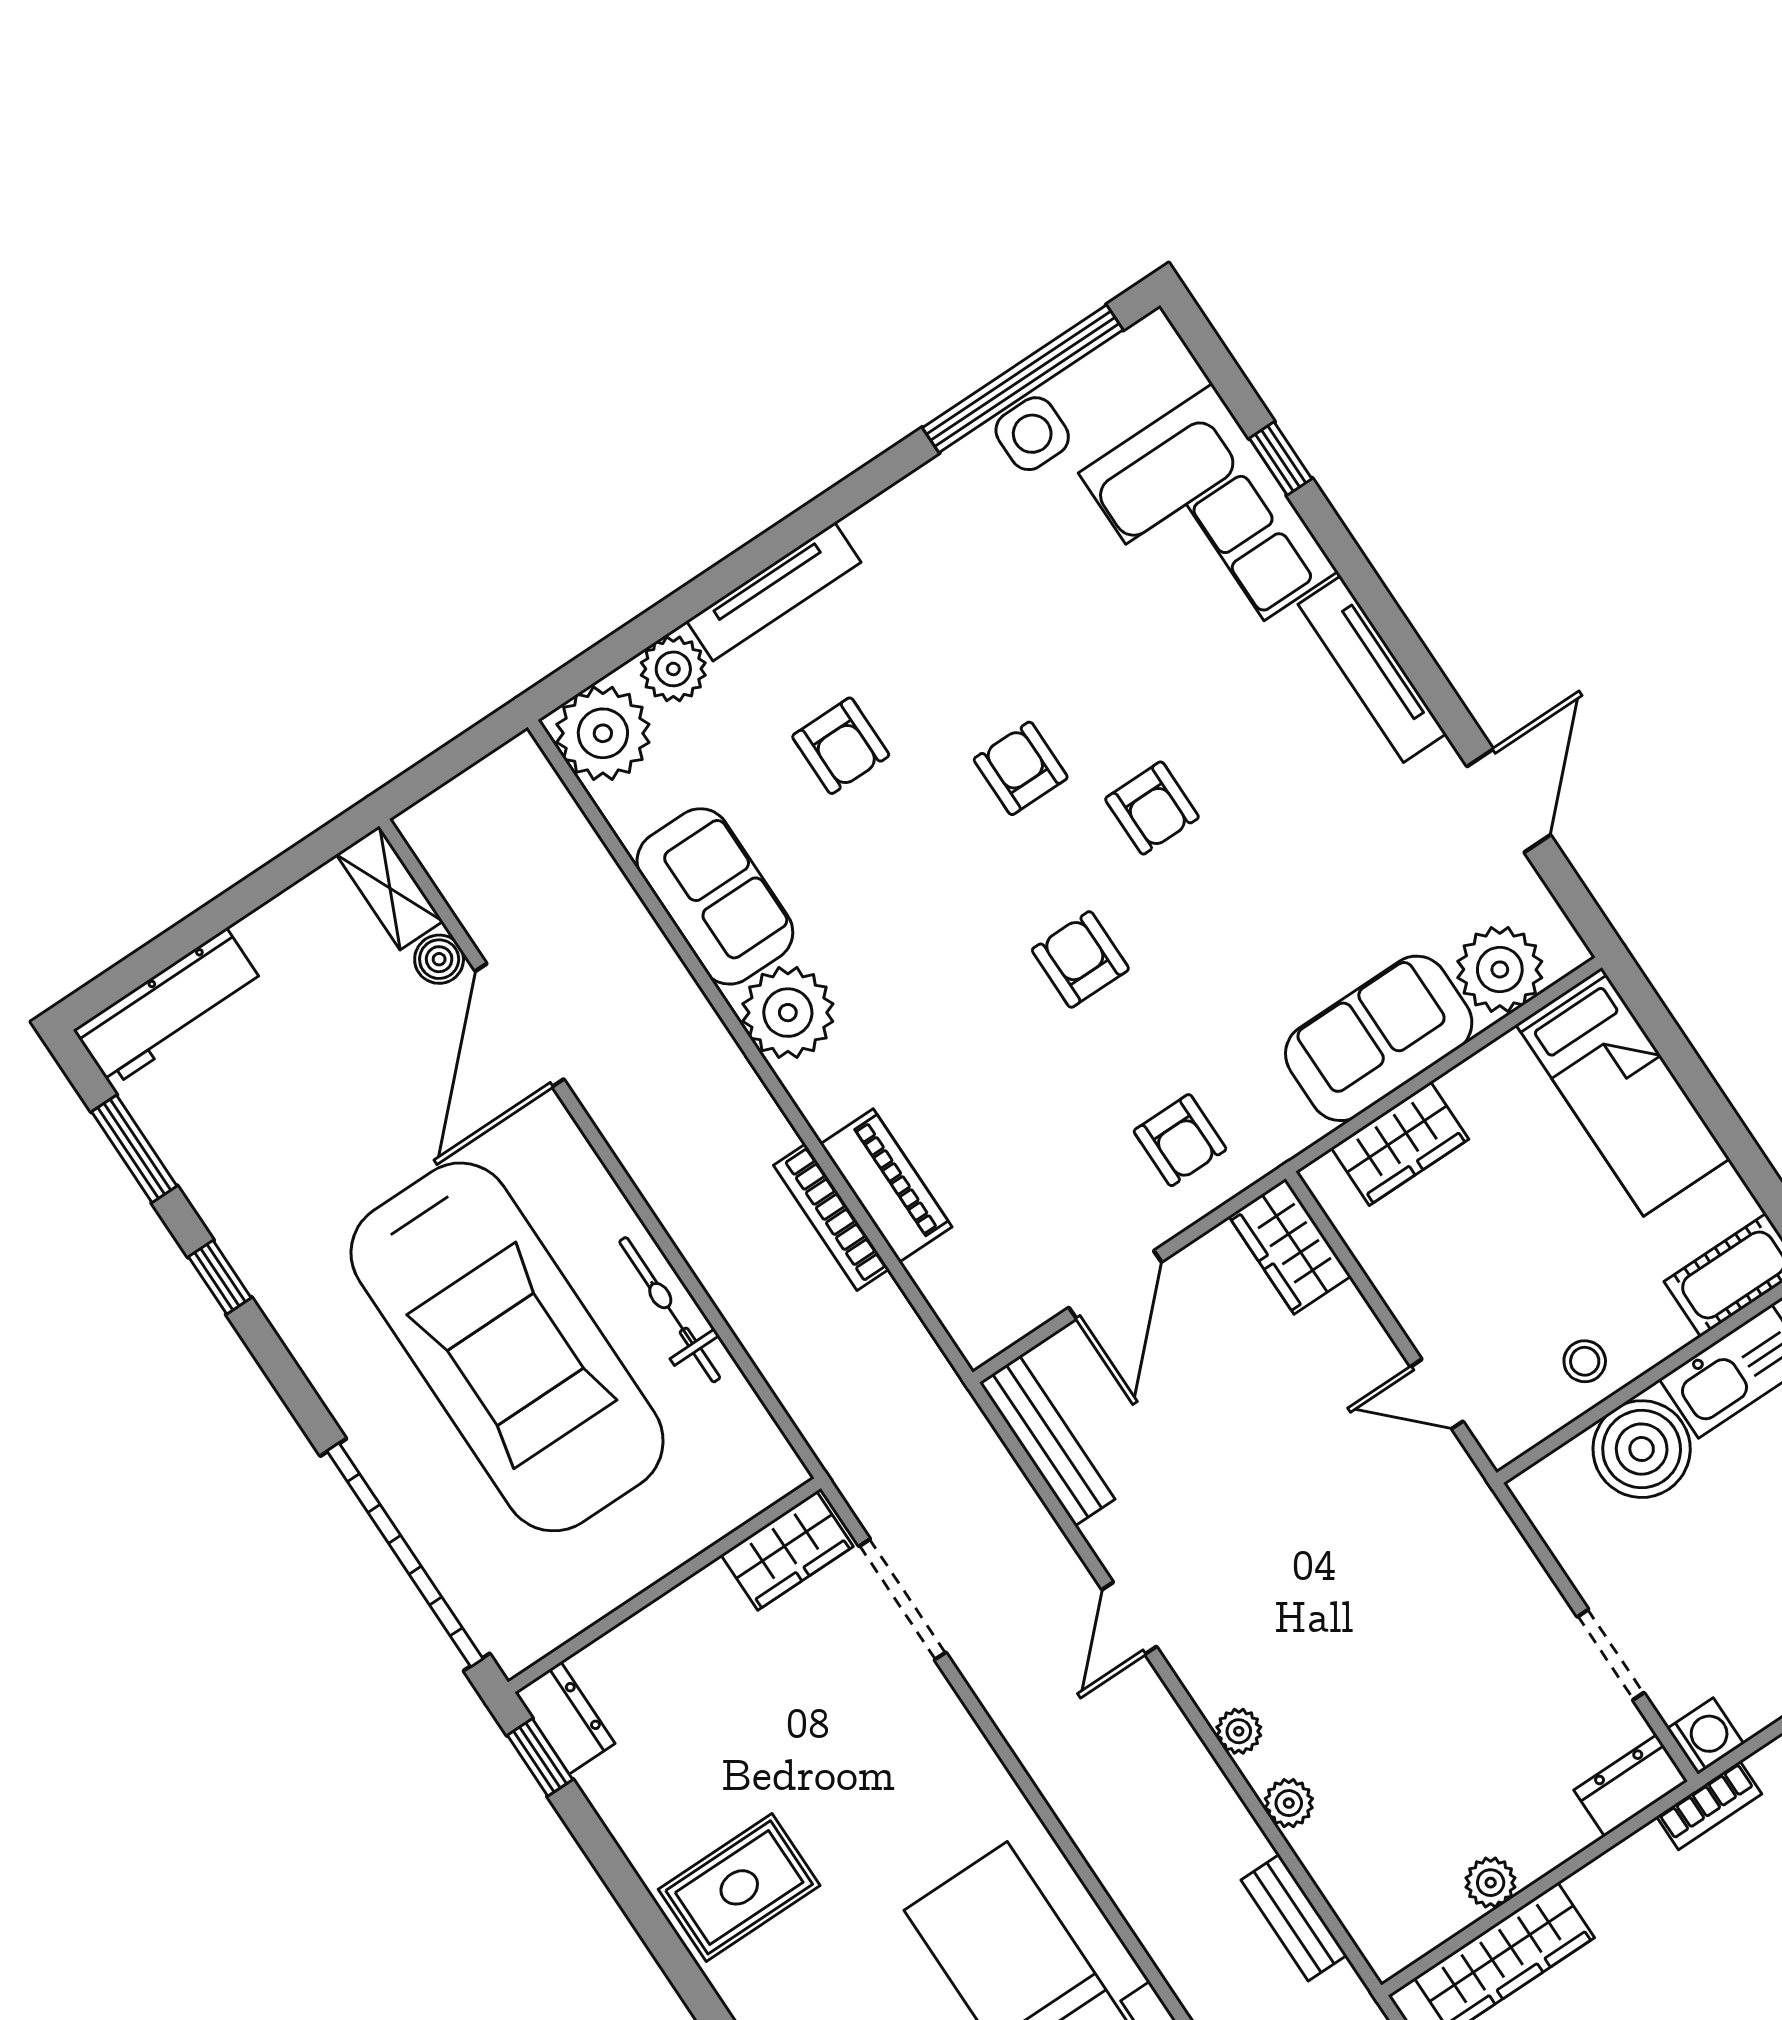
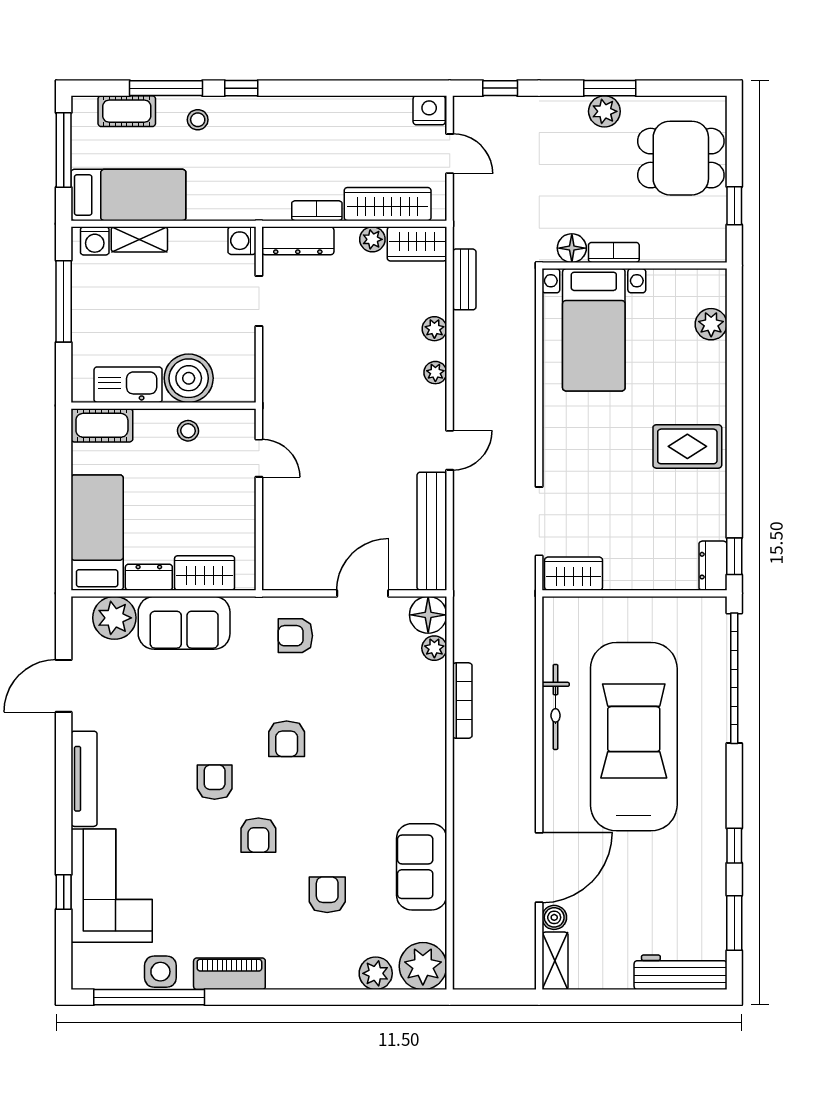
tv unit: (774, 592) -> (312, 978), removed
plant: (788, 1013) -> (434, 648), moved, width x0.53, depth x0.53
dresser: (1488, 1075) -> (149, 577), added
armchair: (1180, 1140) -> (295, 636), turned -90
piano: (886, 1185) -> (229, 974), moved, turned 90
wardrobe: (1290, 1246) -> (417, 244), moved, turned 90
floor lamp: (983, 1321) -> (428, 615), added
bench: (1047, 1441) -> (432, 531), width x1.37, depth x1.21
dresser: (1631, 1786) -> (298, 241), width x1.44
bookcase: (1709, 1805) -> (317, 211), moved

